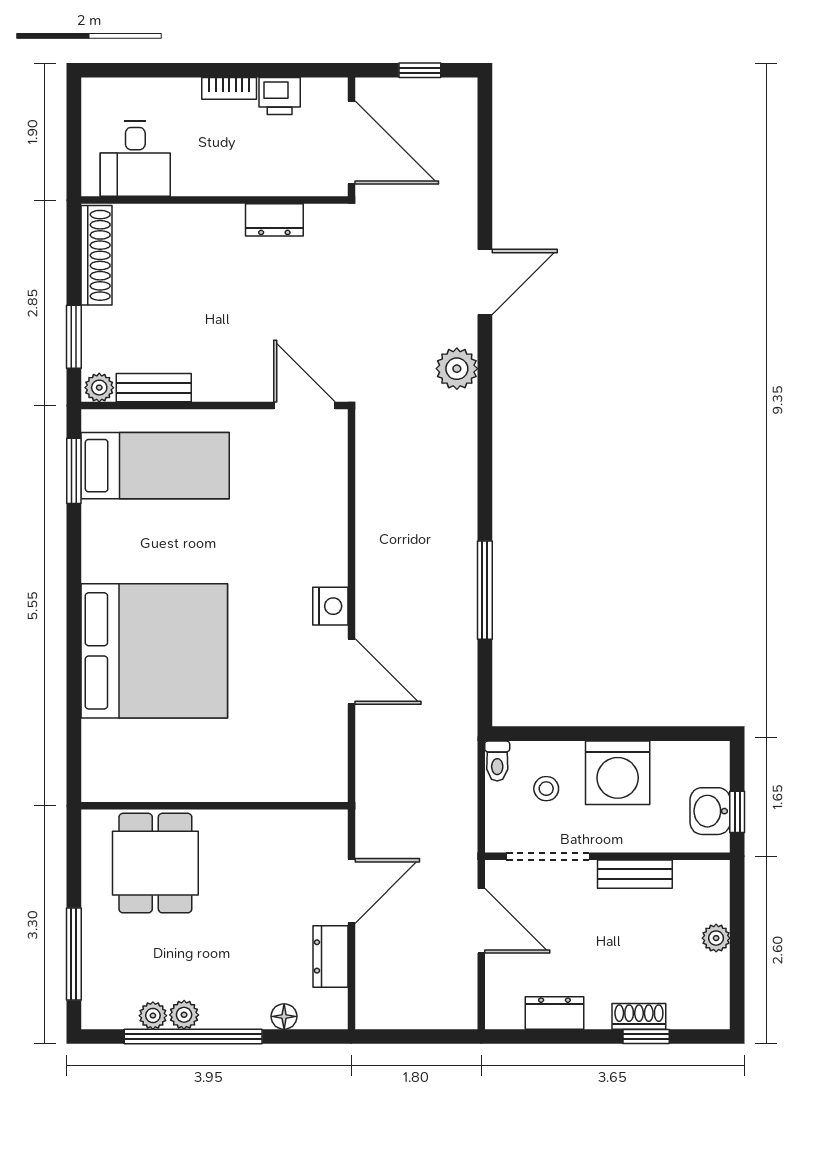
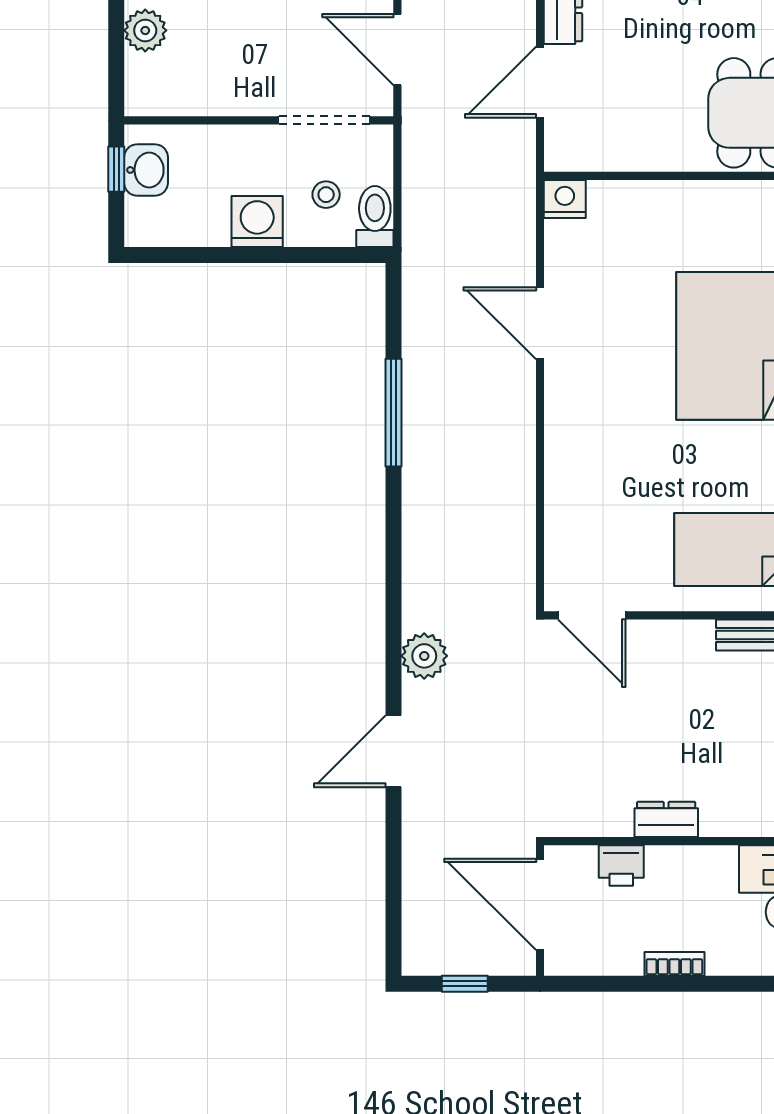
printer: (280, 96) -> (621, 866), moved, turned 180
dresser: (274, 220) -> (666, 819), moved
nightstand: (330, 606) -> (565, 199), moved, turned 90
toilet: (497, 761) -> (375, 216), width x1.37, depth x1.39
washing machine: (618, 773) -> (257, 222), width x0.73, depth x0.73
bench: (635, 874) -> (229, 101), removed
plant: (716, 938) -> (145, 30), width x1.38, depth x1.38

